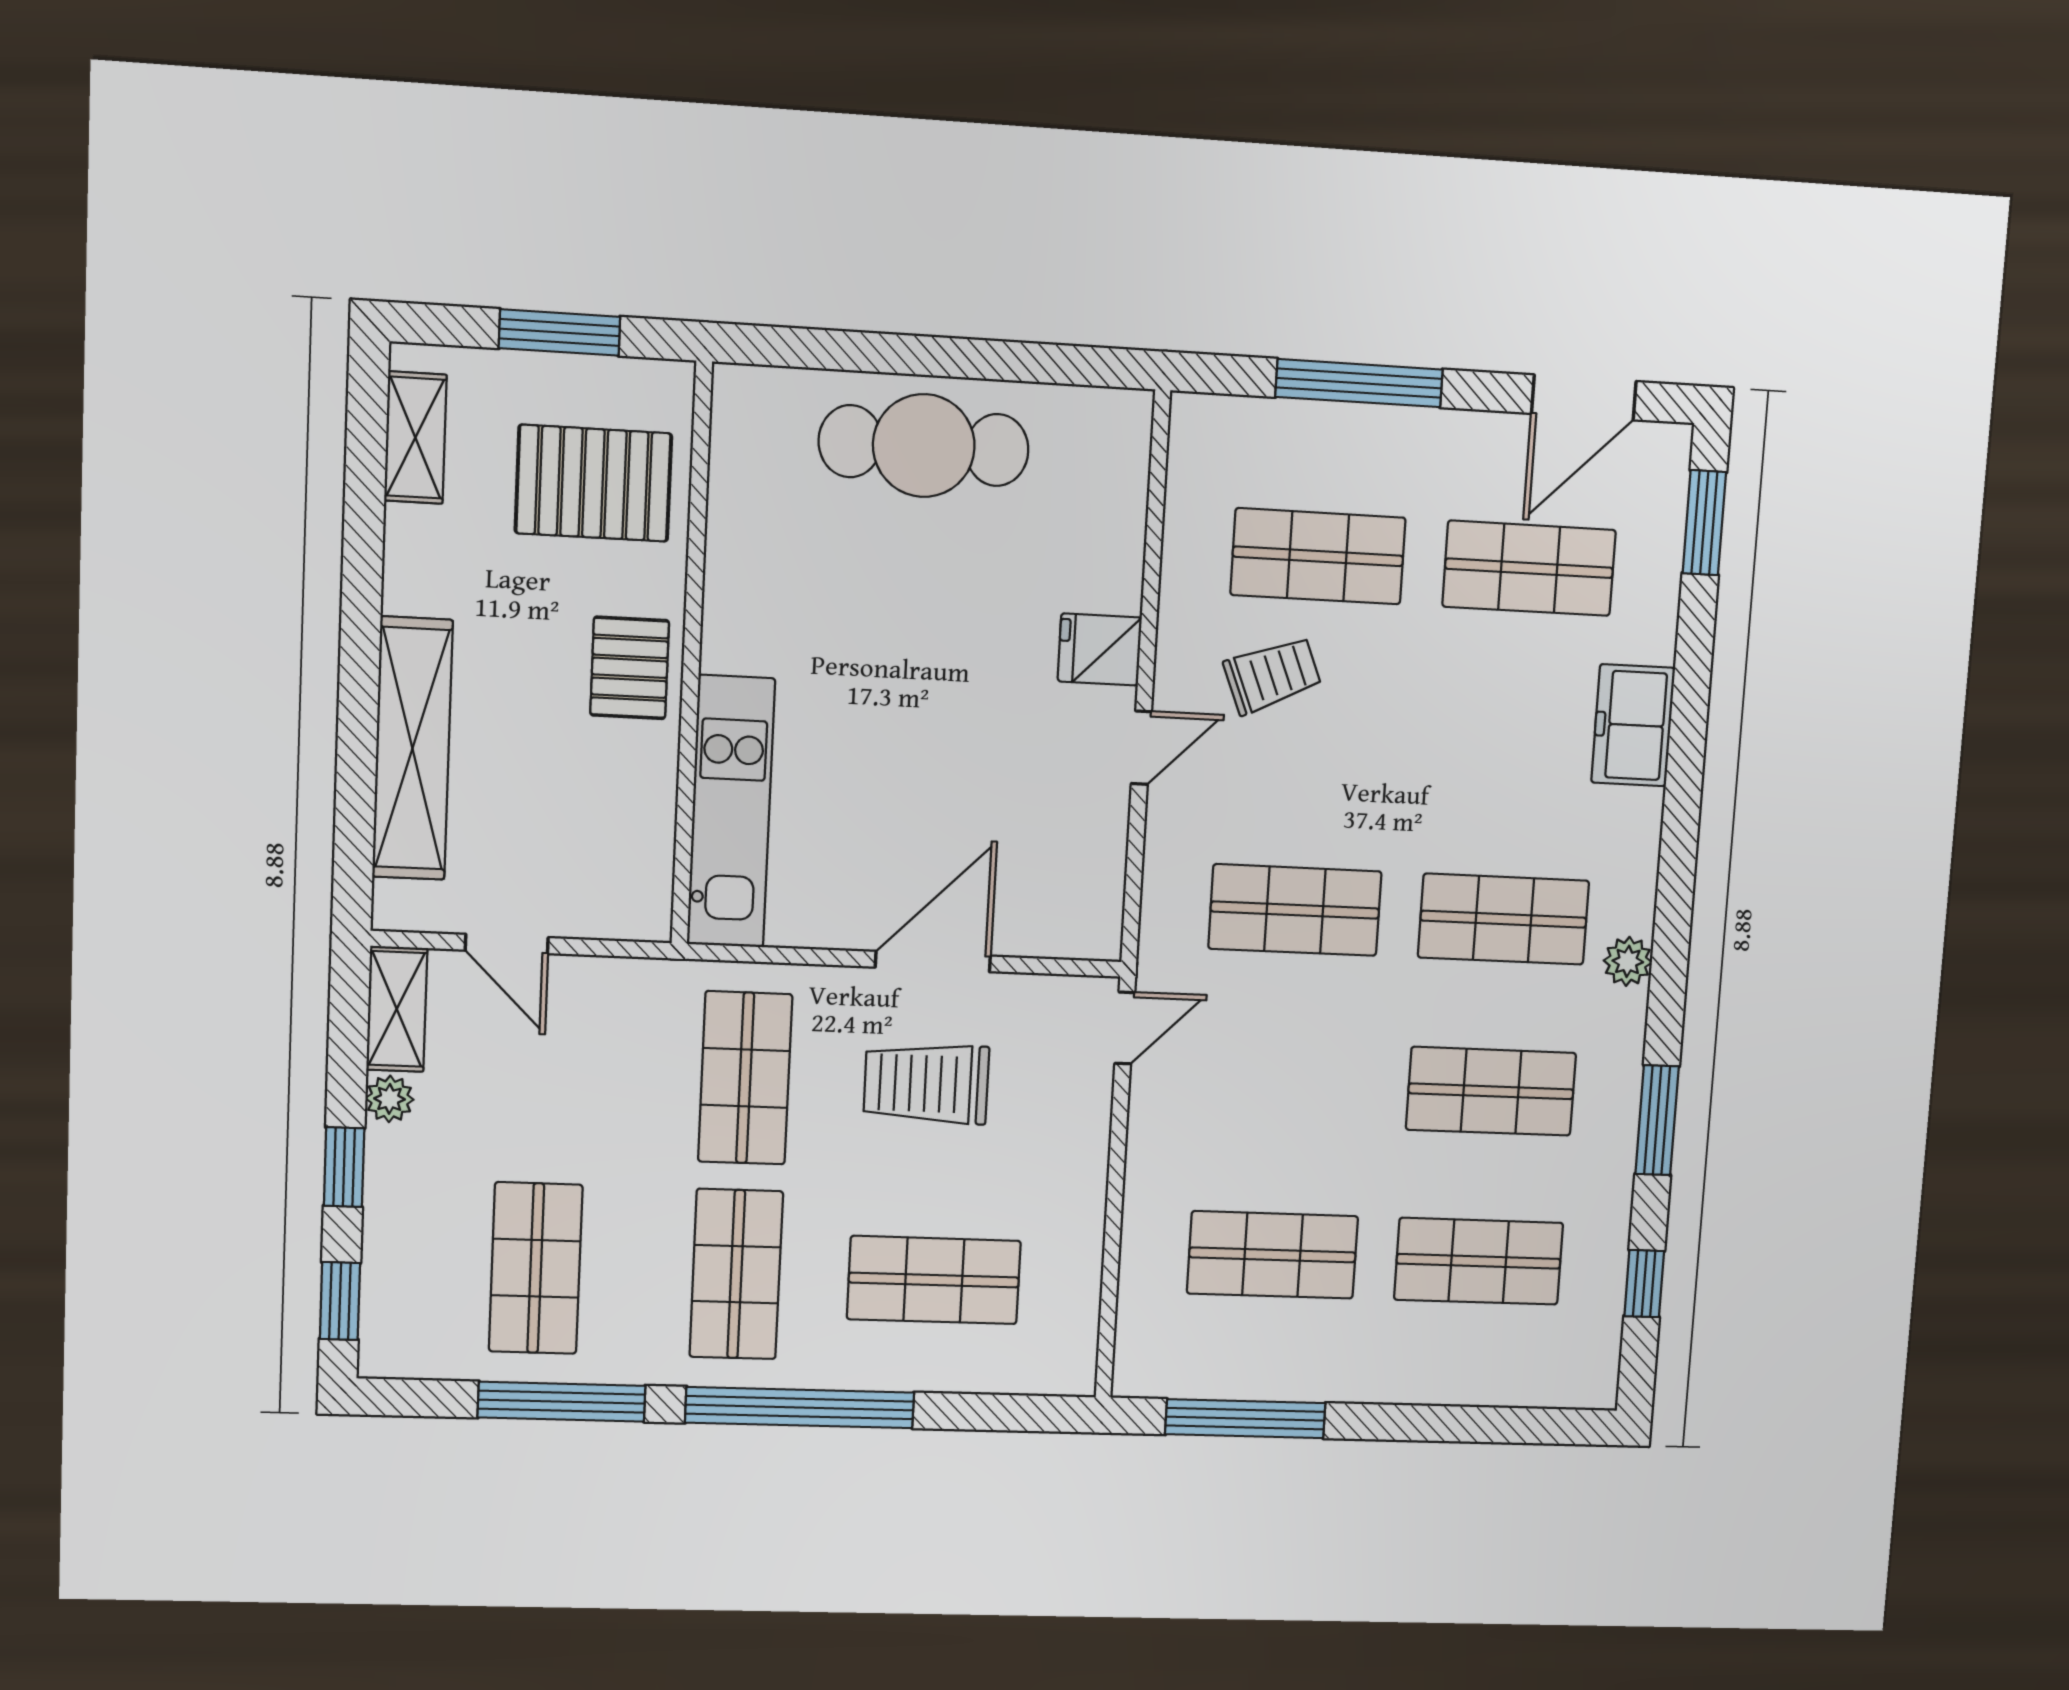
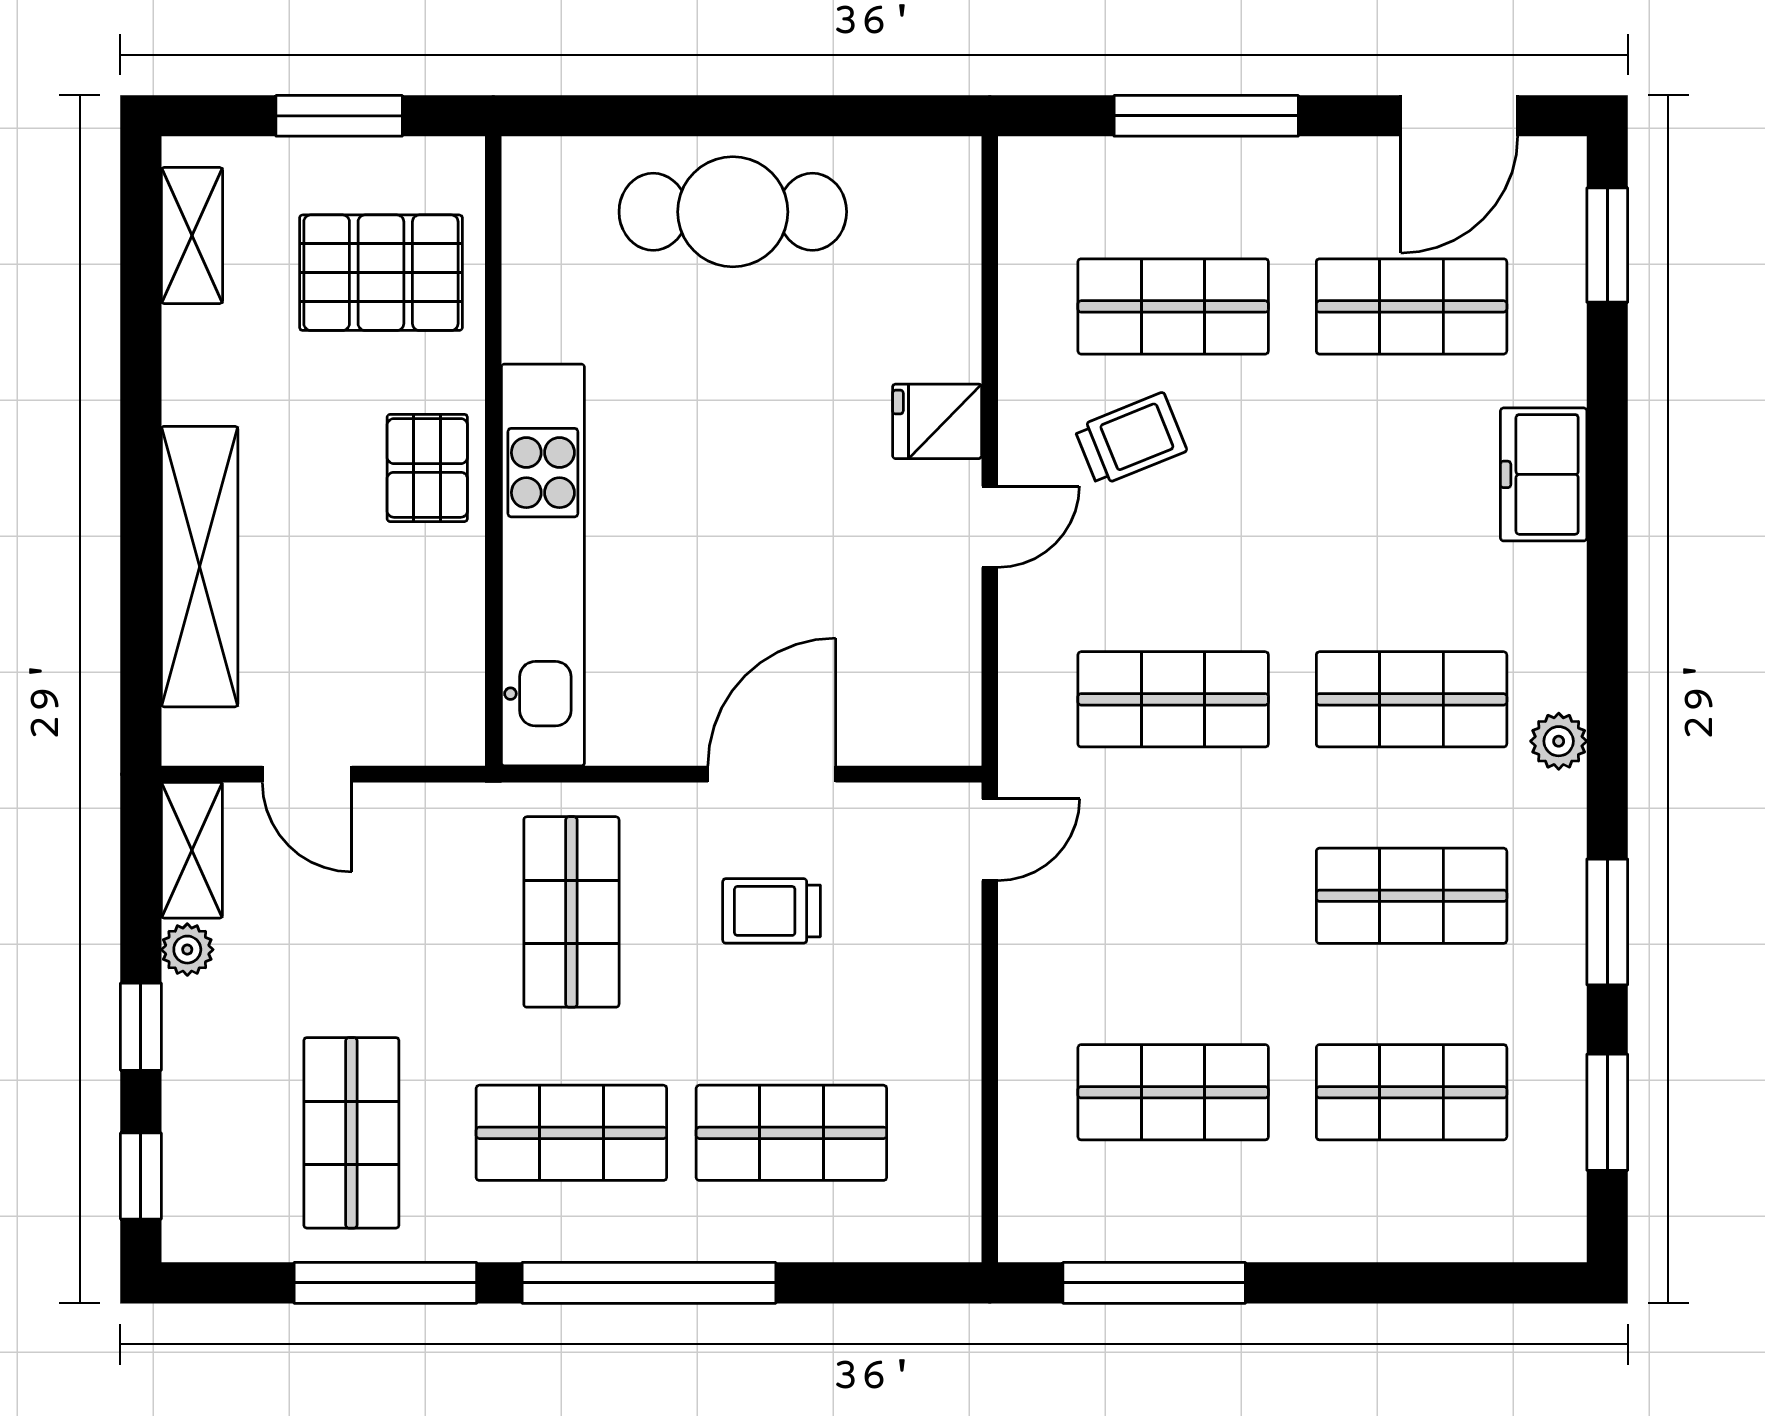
kitchen unit: (731, 812) -> (543, 565), width x1.36
trolley: (926, 1084) -> (772, 911), width x0.73, depth x0.72
shop shelf: (736, 1274) -> (571, 1133), turned 90
window: (1644, 1284) -> (1607, 1112), width x1.50

